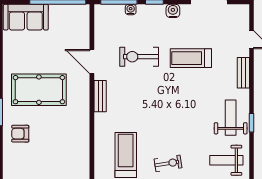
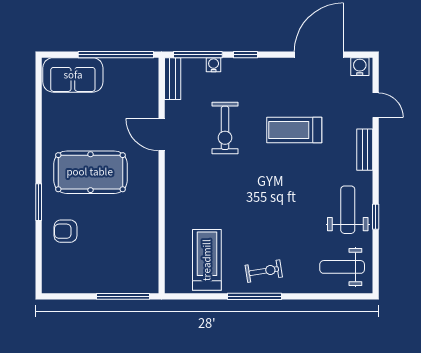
water cooler: (173, 11) -> (360, 67), moved
exercise bike: (139, 57) -> (225, 128), turned -90
bench: (100, 96) -> (173, 79), moved

